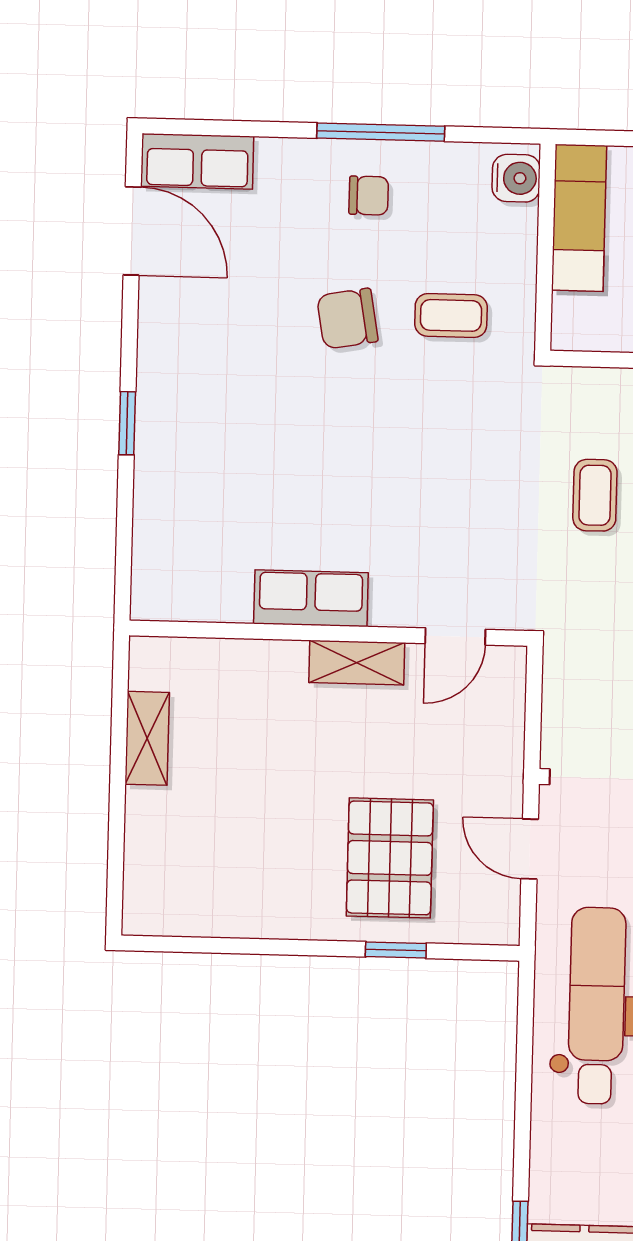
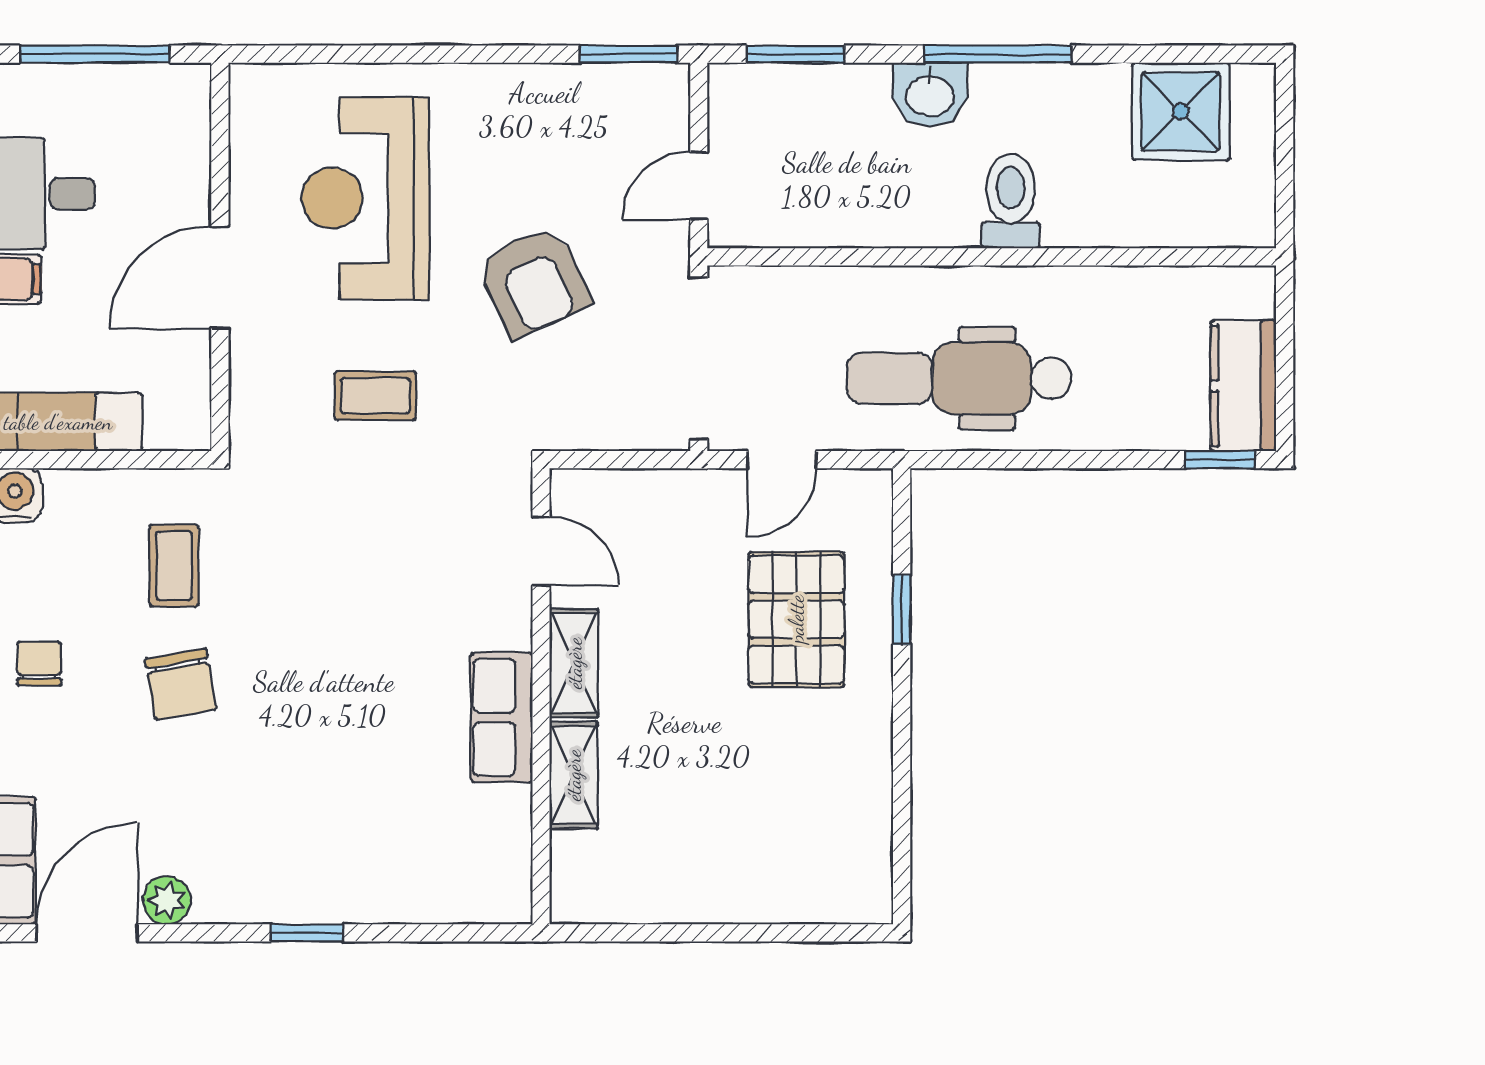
plant: (159, 302) -> (167, 900), added
shelving: (147, 738) -> (573, 775), moved, turned 90
pallet: (390, 858) -> (796, 619), turned 90

